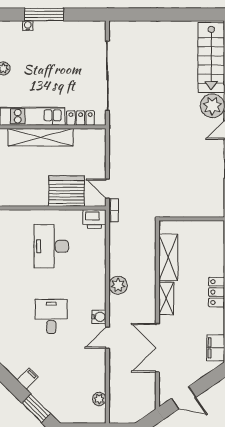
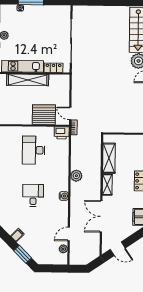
door: (107, 338) -> (69, 234), moved

